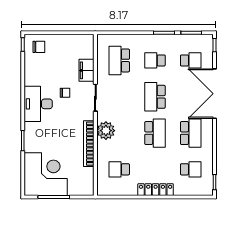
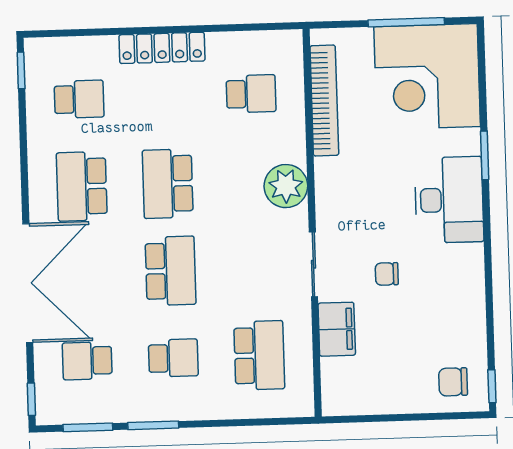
desk: (38, 104) -> (449, 200), moved
bookcase: (89, 144) -> (324, 100), moved
school desk: (191, 169) -> (79, 99), turned 180

